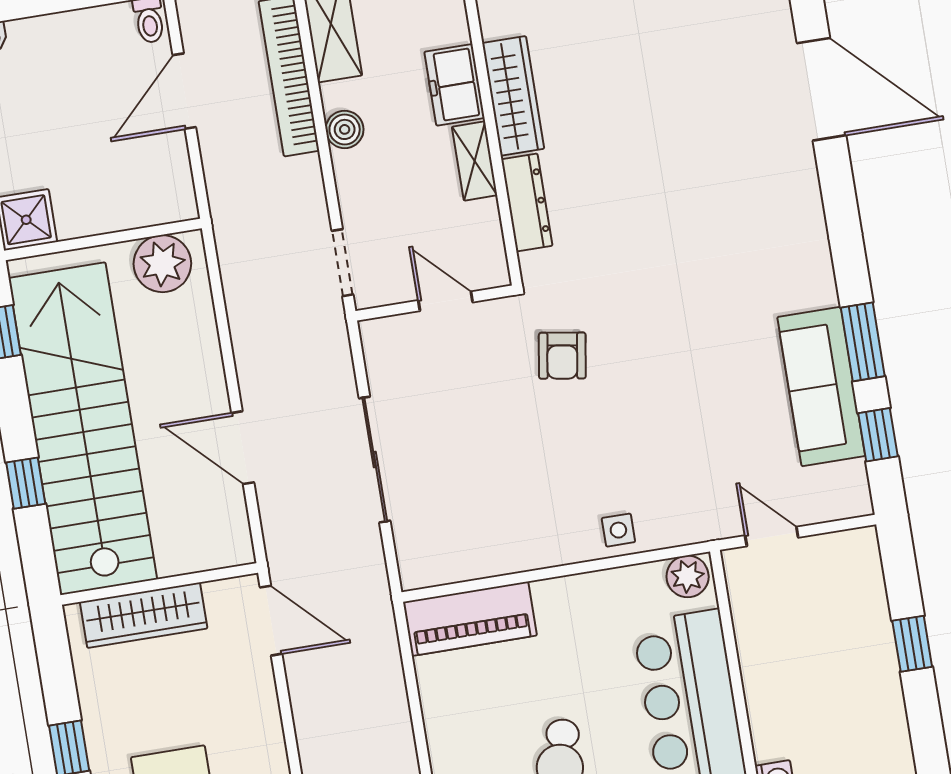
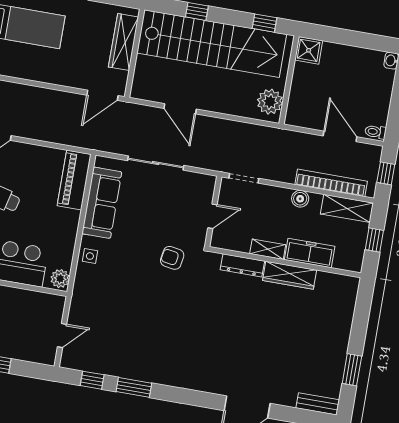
freezer: (454, 85) -> (310, 253), width x1.40
sofa: (821, 387) -> (102, 203), moved, turned 90
door: (243, 448) -> (180, 109), swing flipped
door: (772, 536) -> (62, 336), moved

